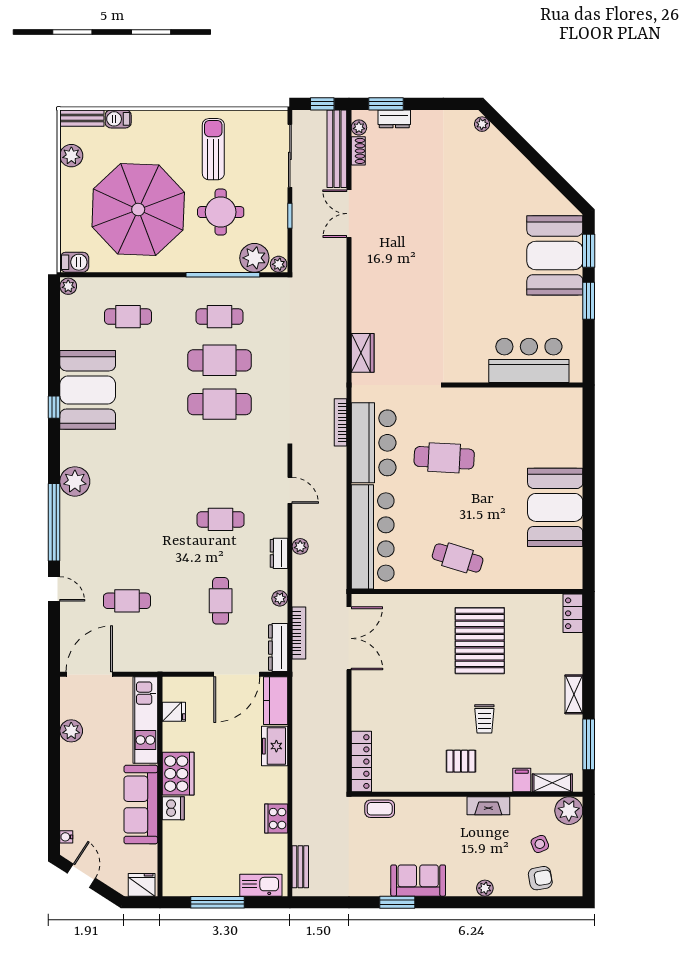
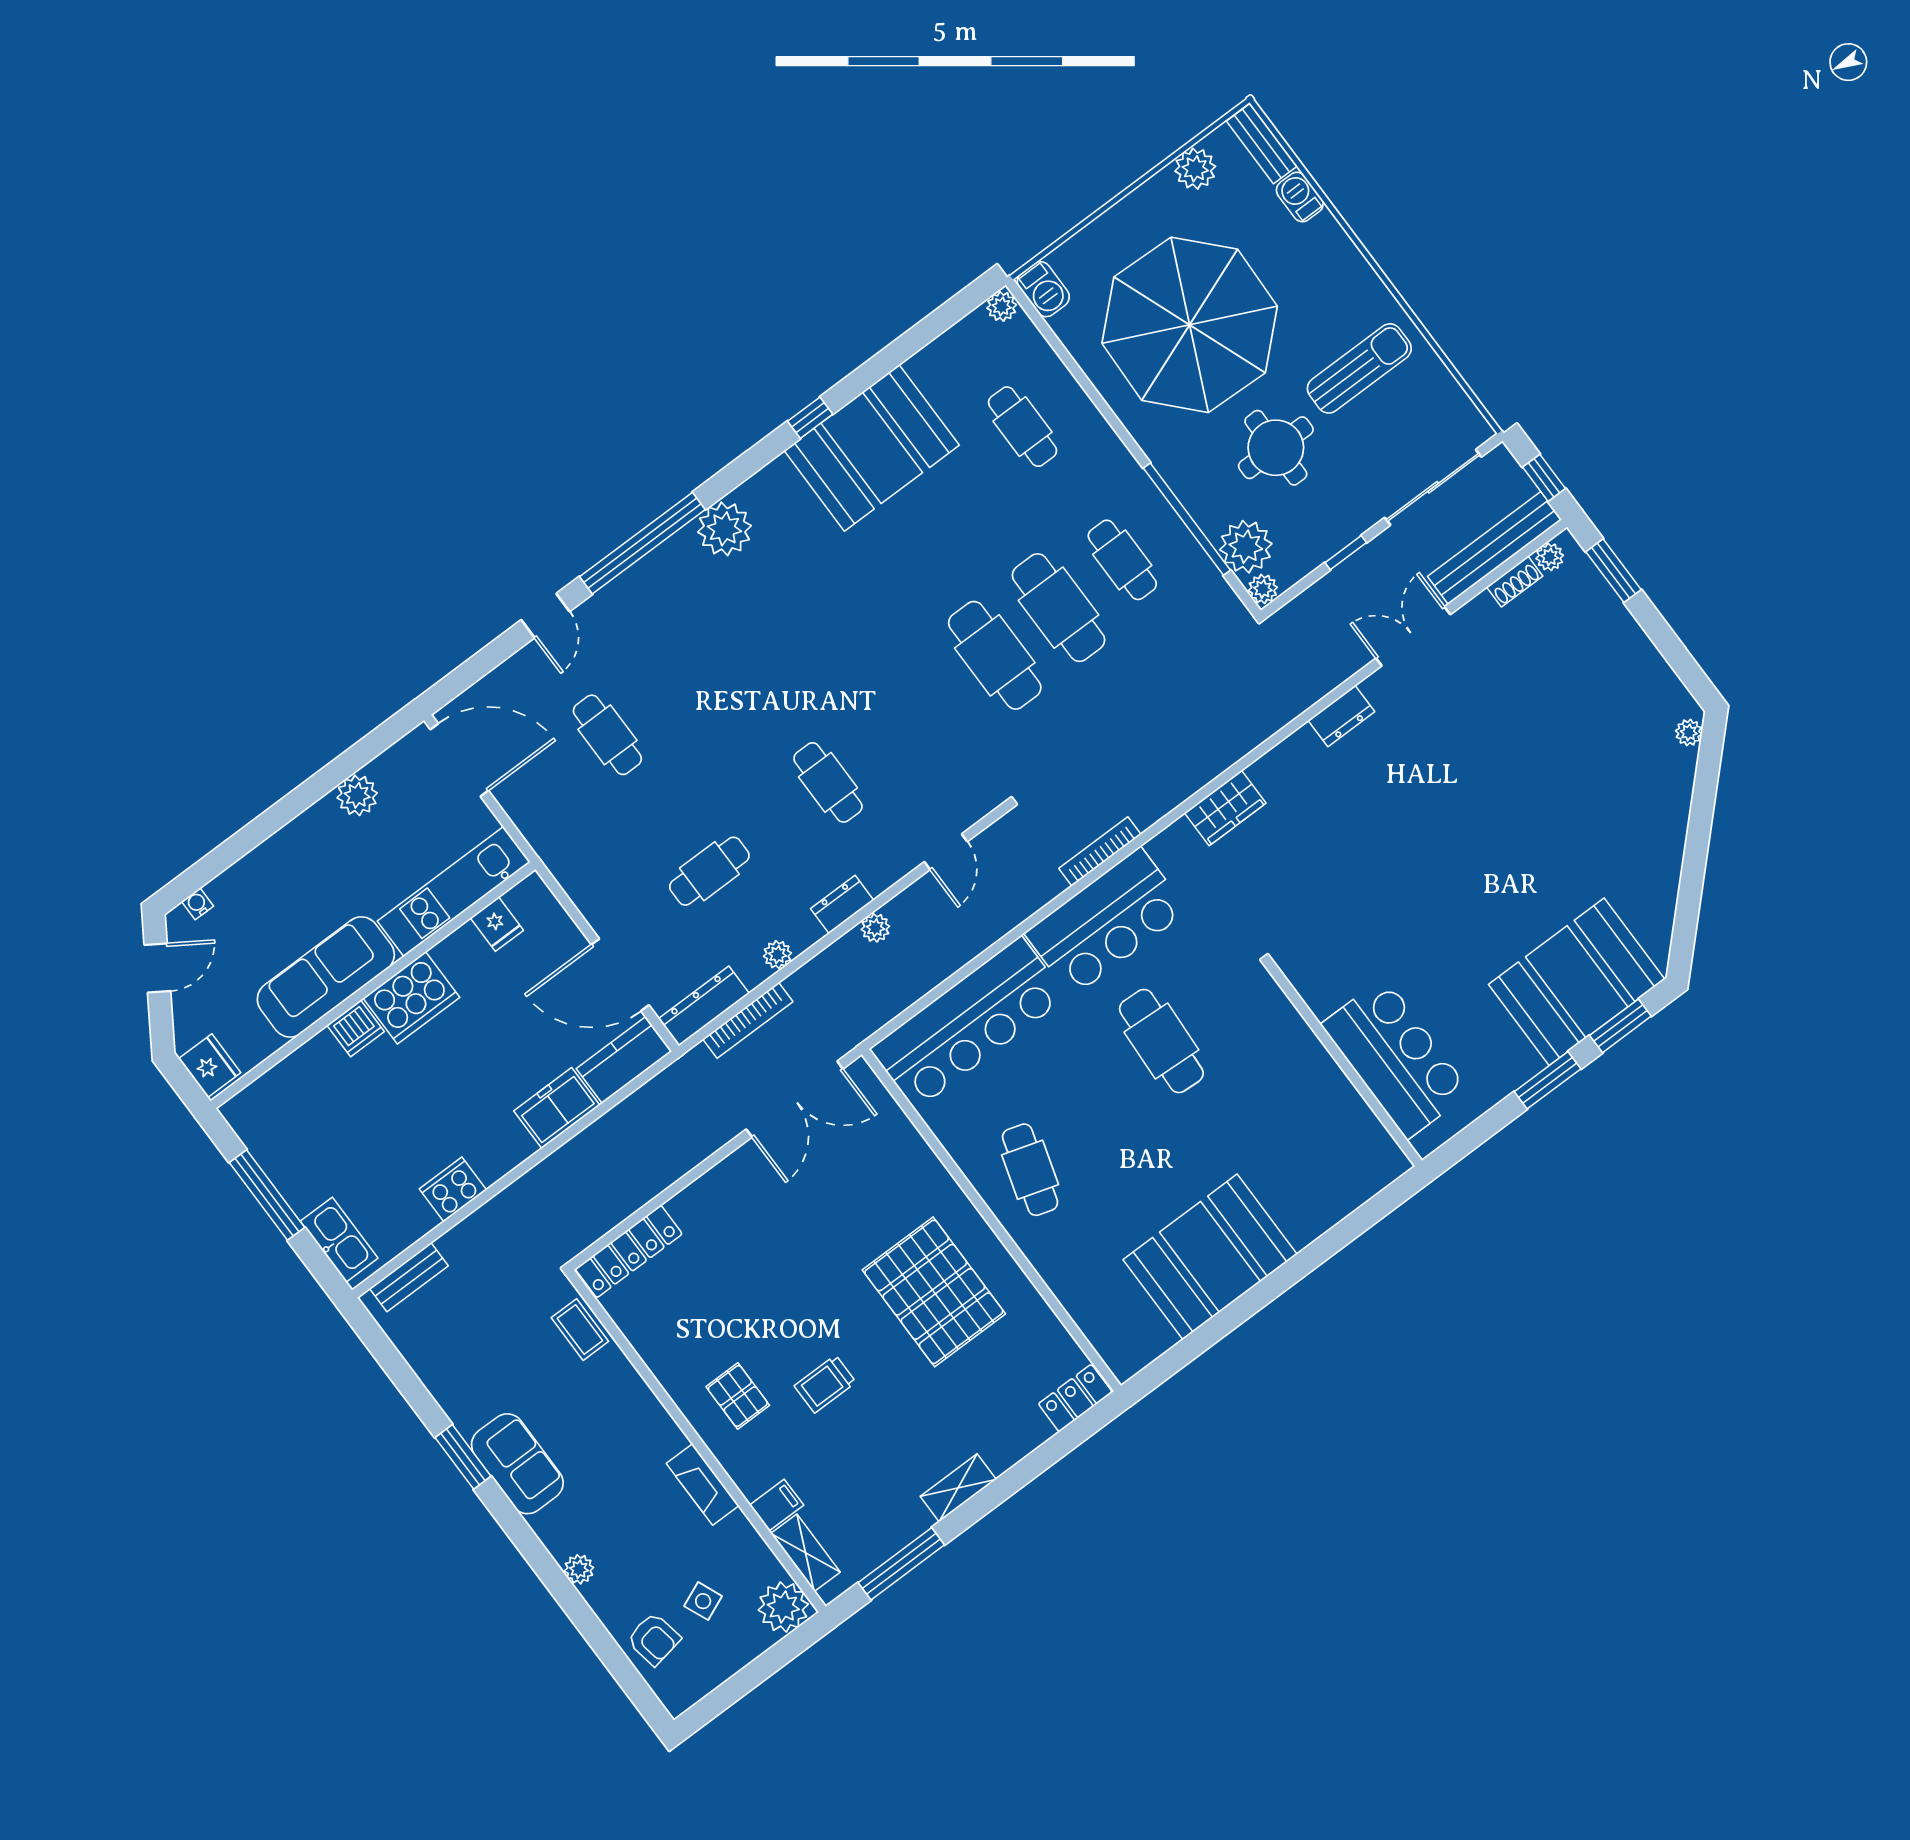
dresser: (394, 119) -> (1341, 716), moved, turned -90
pallet: (480, 641) -> (934, 1292), turned 90

